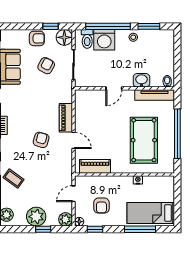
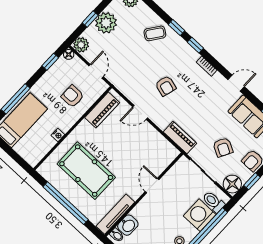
washbasin: (141, 80) -> (128, 225), moved
piano: (66, 118) -> (180, 138), moved
armchair: (101, 206) -> (72, 96), moved

